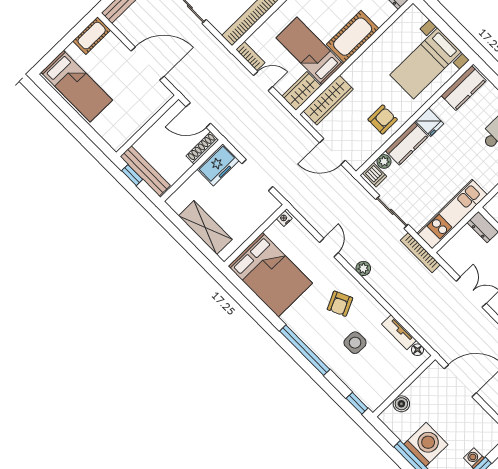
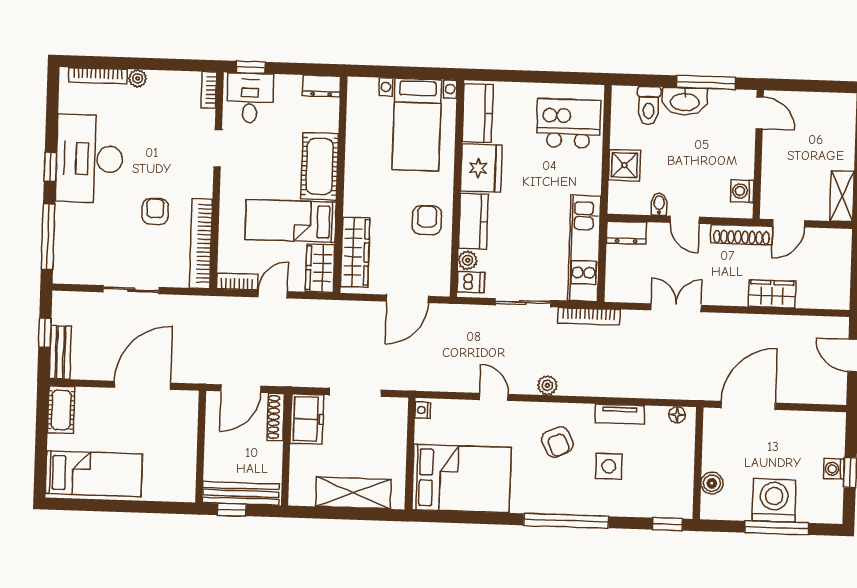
fridge: (429, 122) -> (481, 168), width x1.88, depth x1.34
tv unit: (399, 332) -> (620, 414), moved

